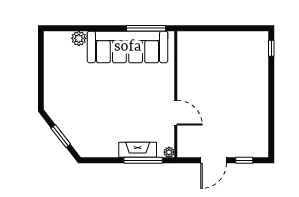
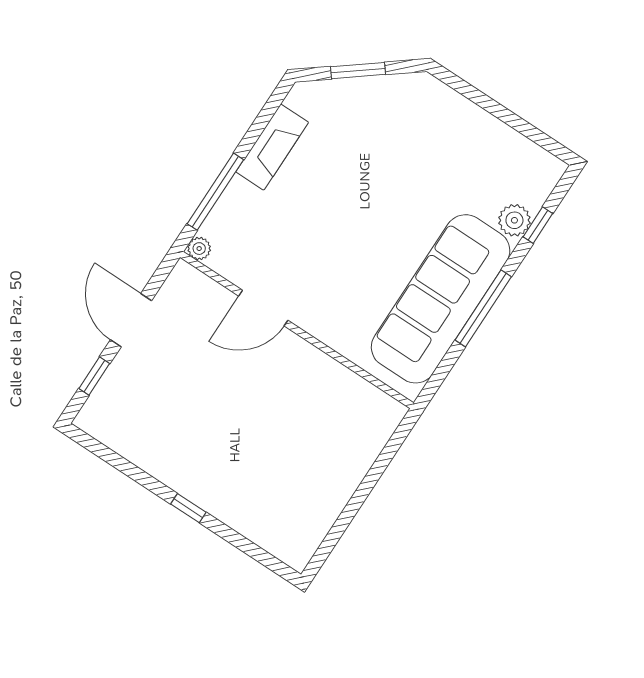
window: (75, 28) -> (538, 225), added
window: (146, 28) -> (483, 308), moved
window: (271, 48) -> (188, 508), moved
fireplace: (138, 150) -> (272, 147), moved

